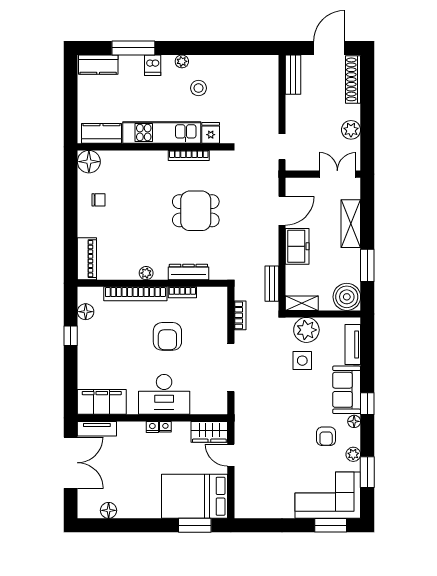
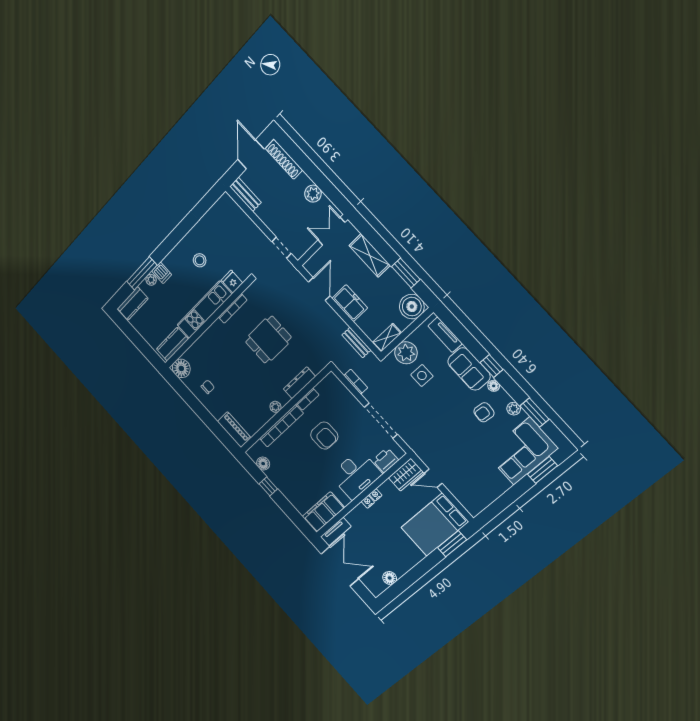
plant: (182, 61) -> (151, 280), moved
printer: (203, 404) -> (386, 460), added
armchair: (326, 436) -> (484, 412), turned 95

